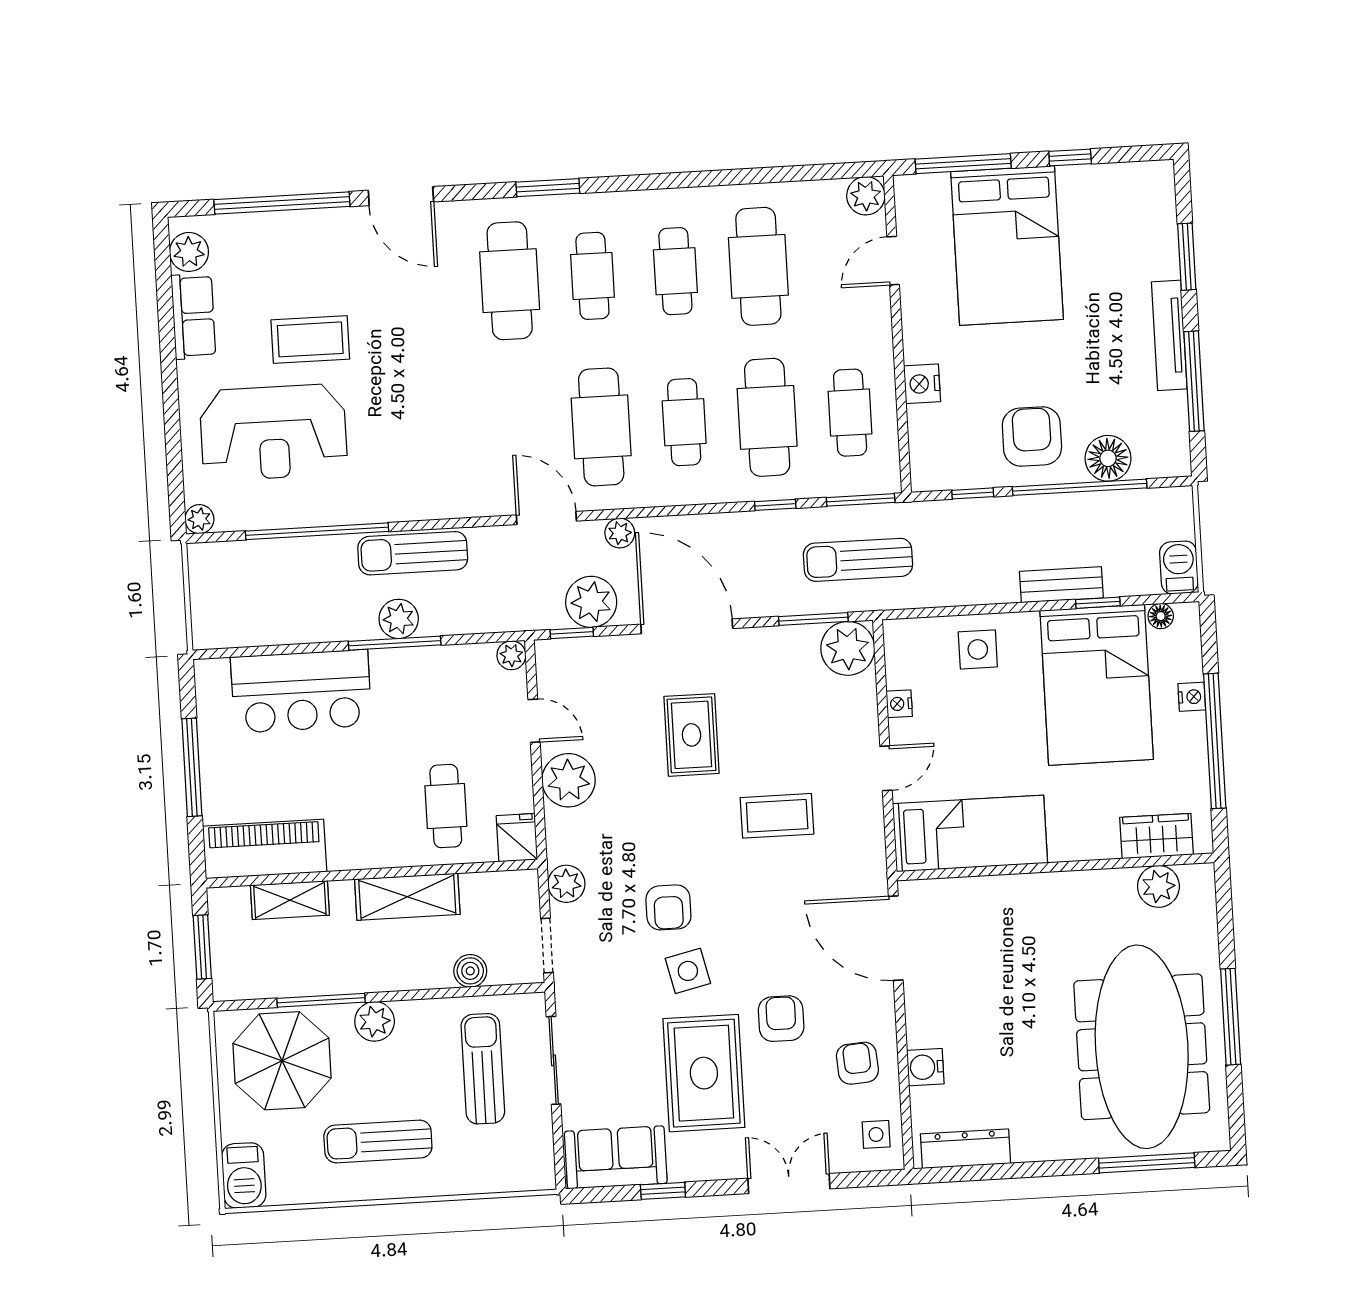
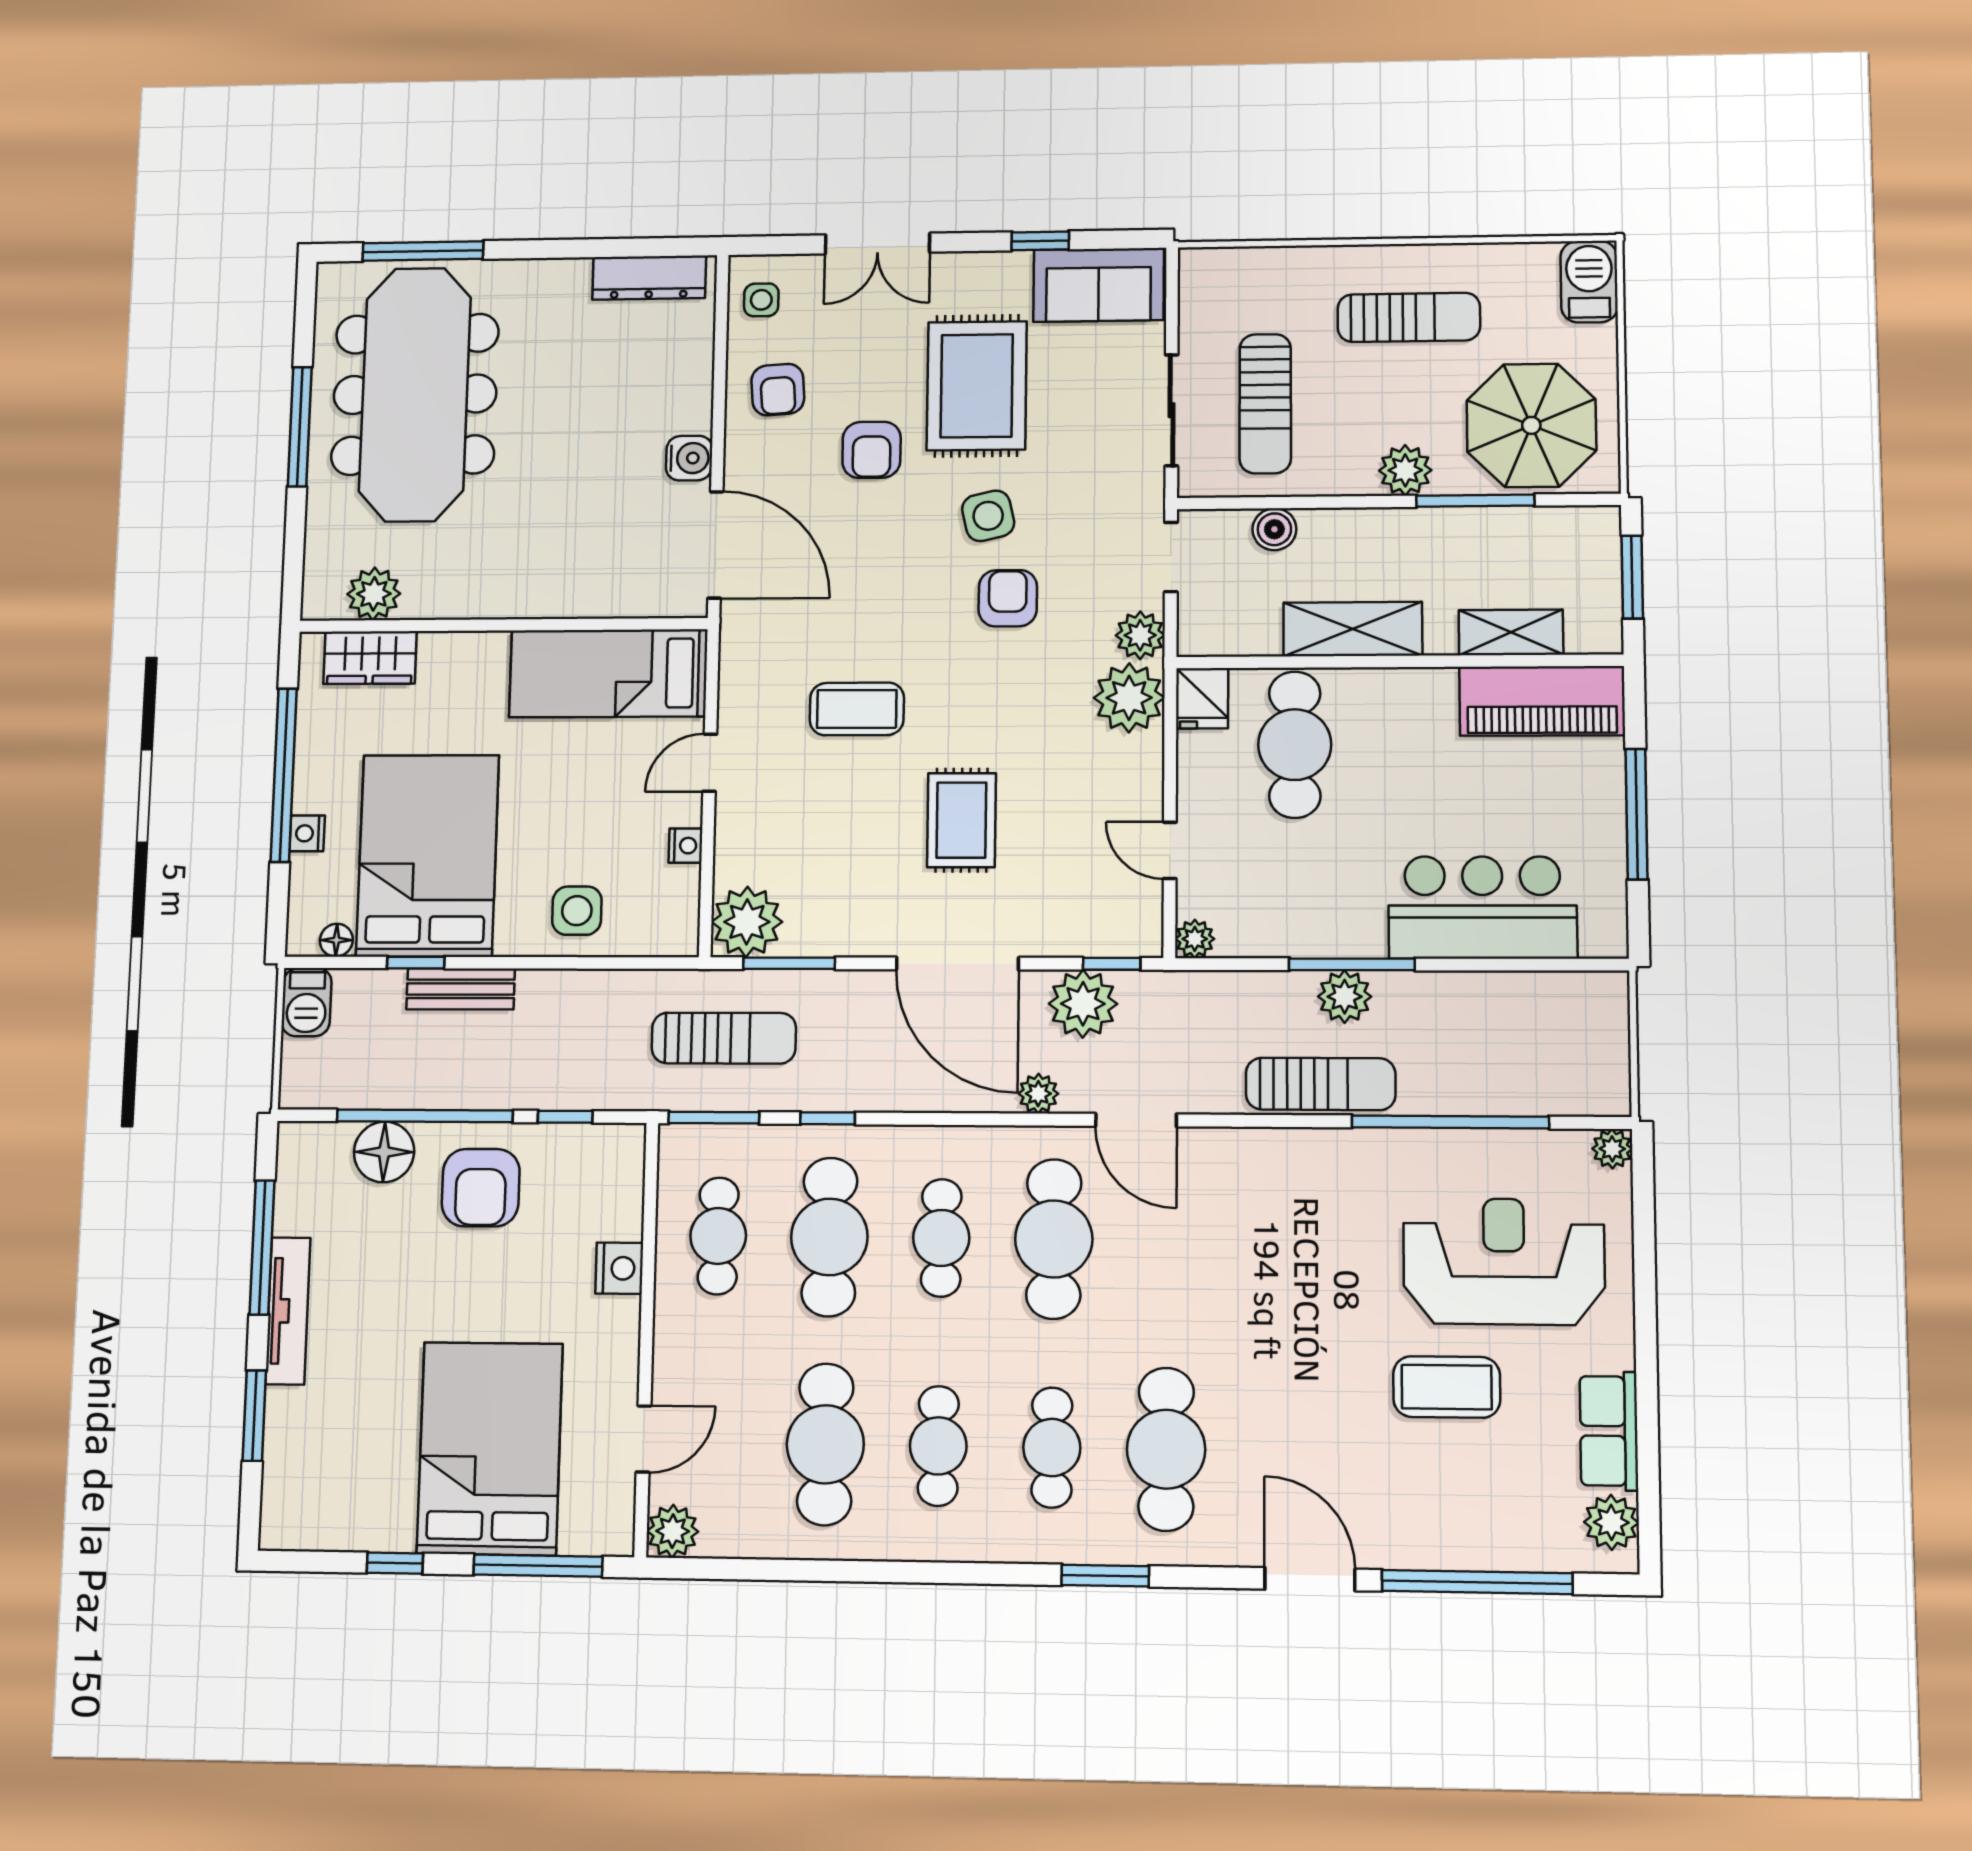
plant: (569, 780) -> (1129, 698), moved
cafe table: (446, 806) -> (1295, 745), width x1.37, depth x1.35
water cooler: (925, 1067) -> (689, 458), moved

